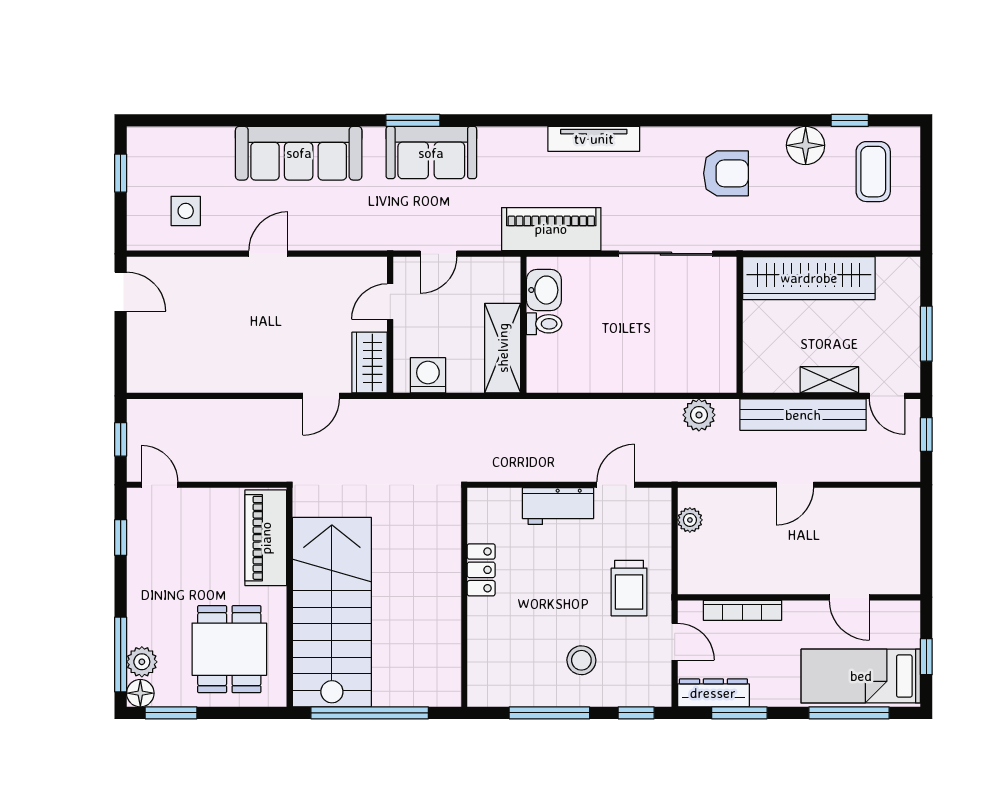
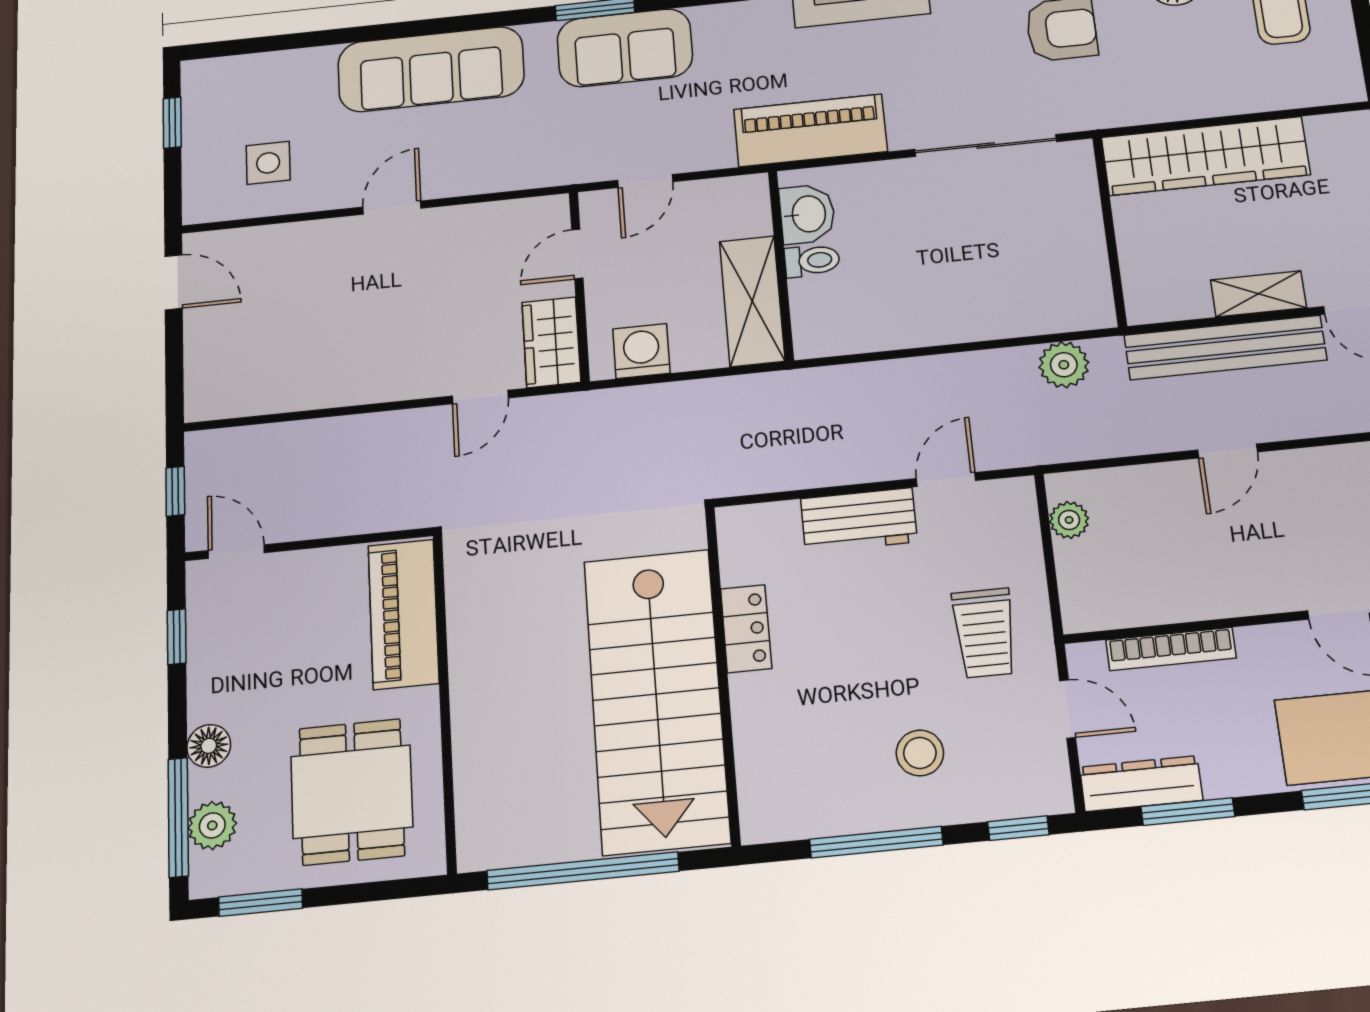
stairs: (332, 612) -> (656, 700), moved, turned 180
floor lamp: (140, 693) -> (209, 746), moved

